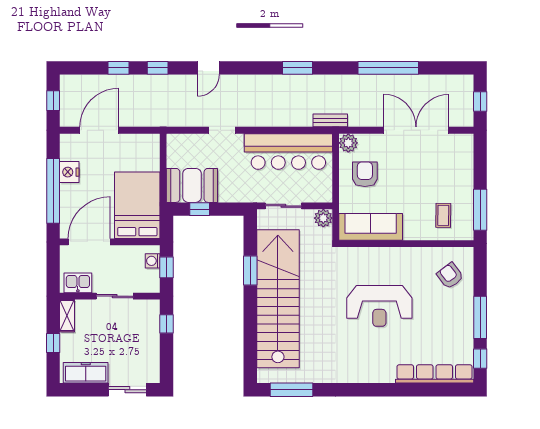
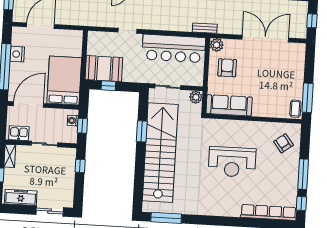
coffee table: (443, 215) -> (295, 109), moved

